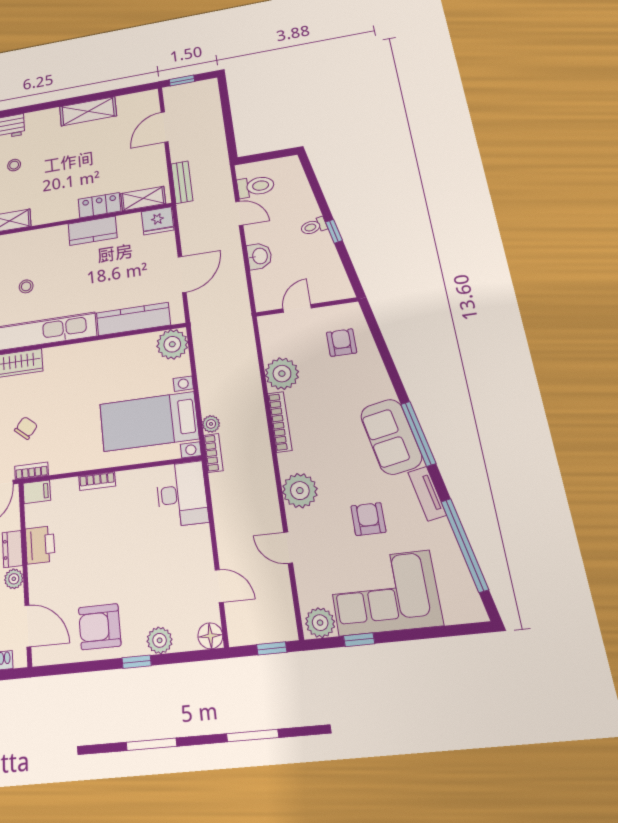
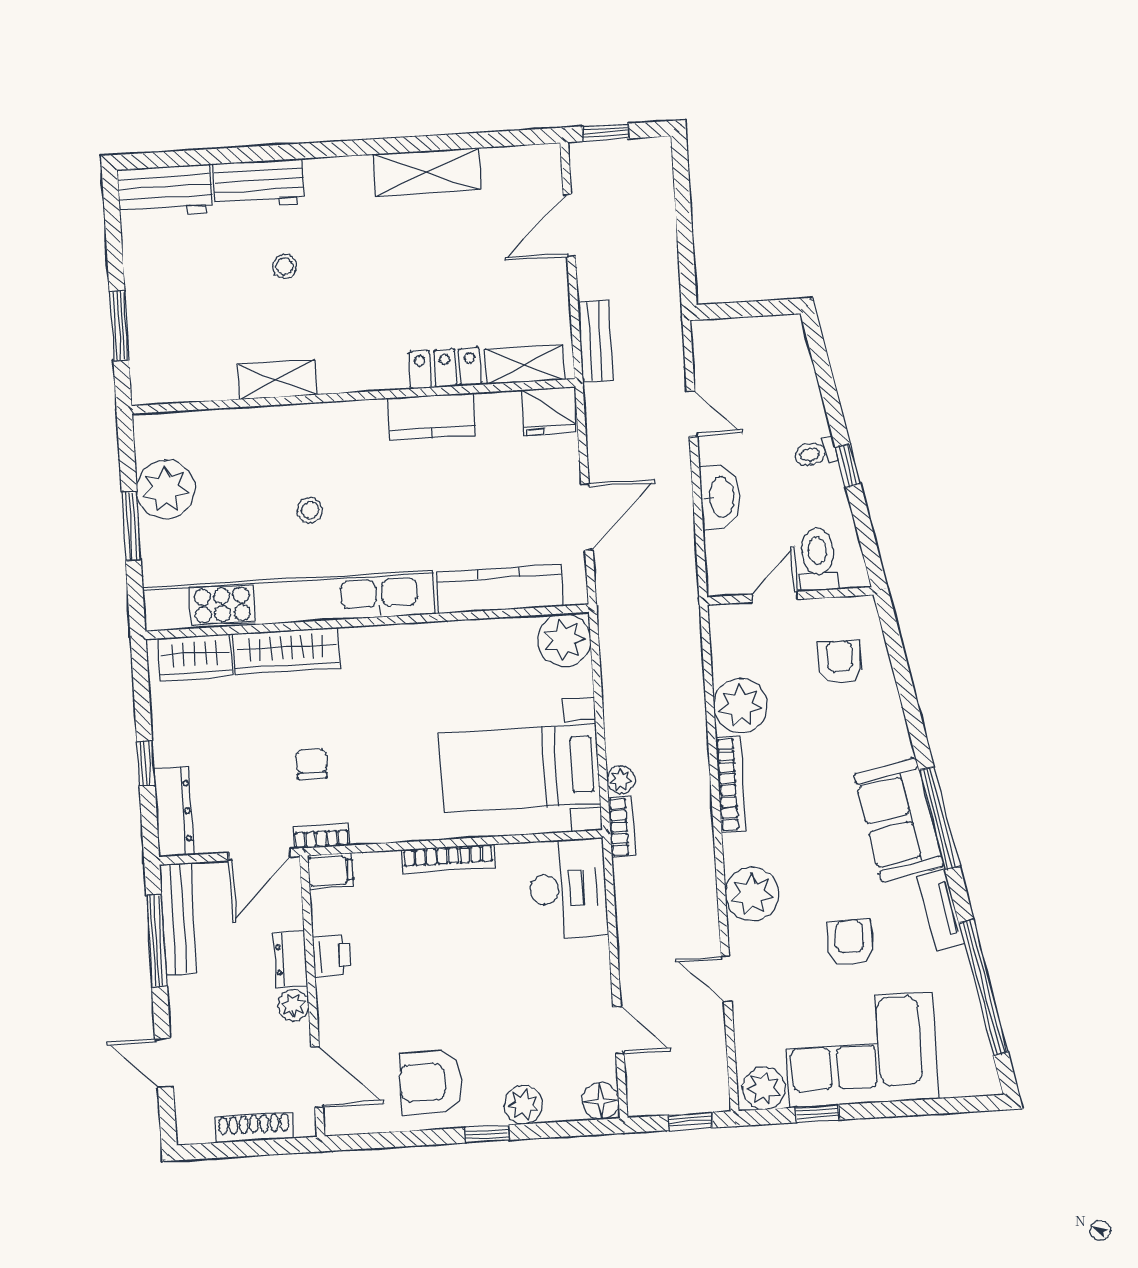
toilet: (256, 186) -> (818, 559), moved, turned -90
washbasin: (259, 256) -> (720, 497), width x1.38
chair: (26, 428) -> (312, 764), turned -40
bookcase: (97, 481) -> (448, 859), width x1.56
printer: (40, 545) -> (332, 955), width x0.73, depth x0.81

